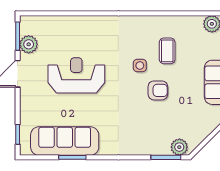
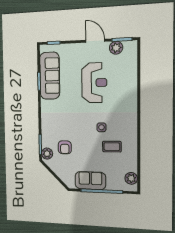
armchair: (158, 90) -> (65, 147), moved

